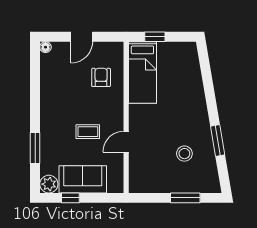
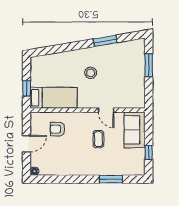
door: (82, 37) -> (27, 144), hinge flipped
stool: (184, 154) -> (91, 73), moved
sofa: (83, 179) -> (135, 130), moved
plant: (49, 184) -> (138, 169), removed

